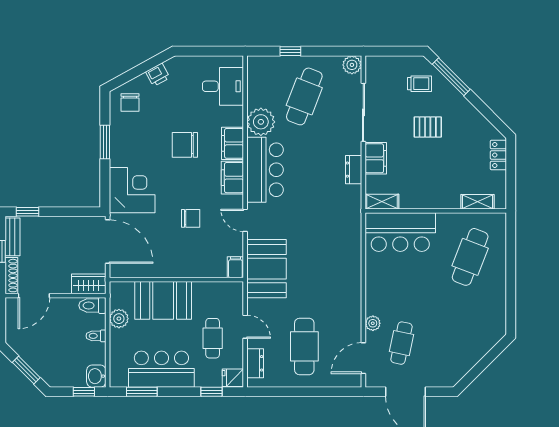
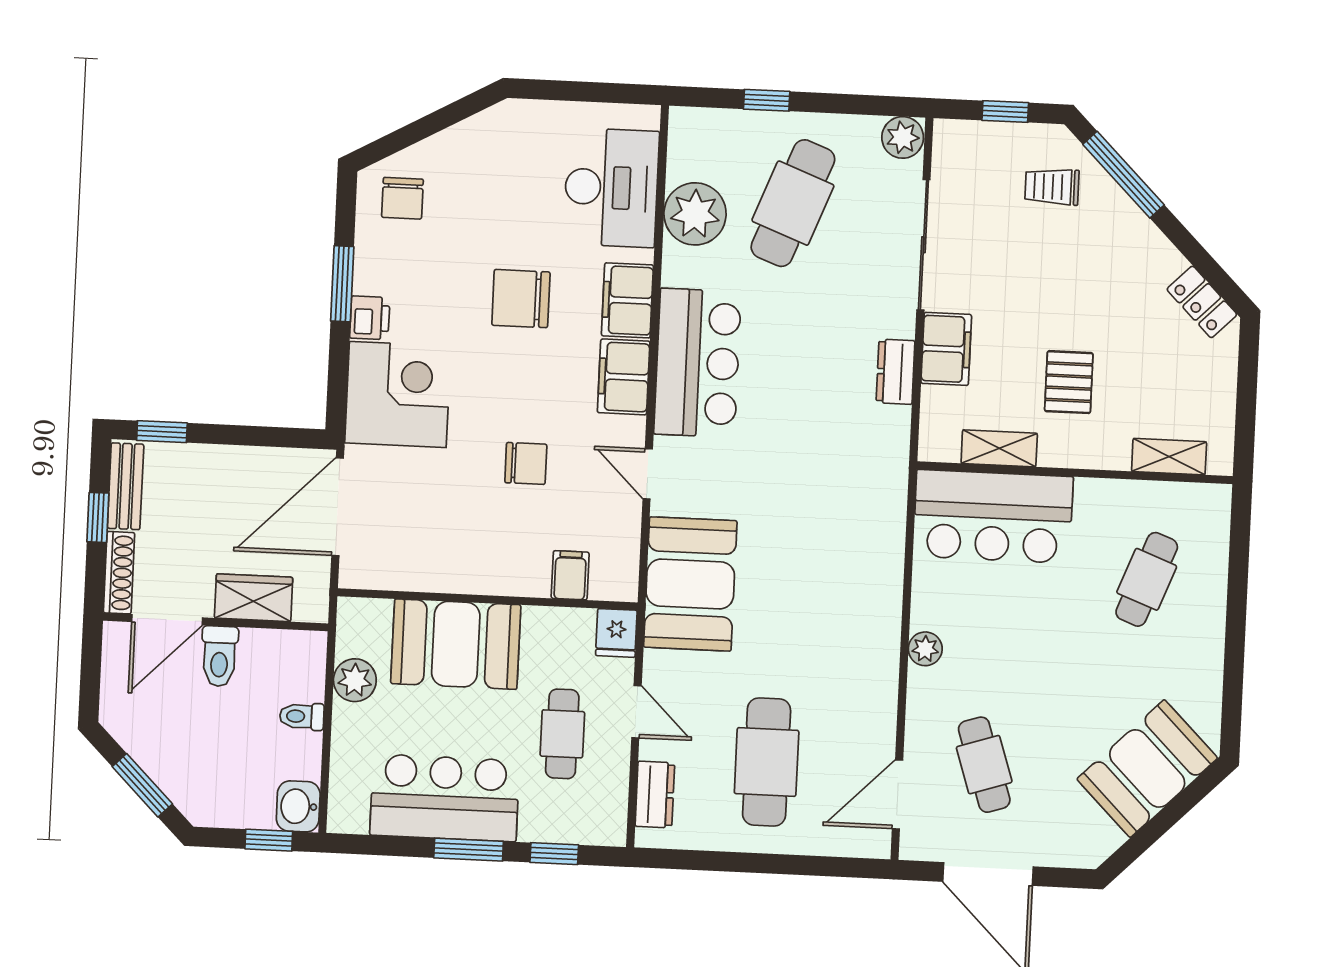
window: (397, 51) -> (1005, 112), added
printer: (158, 75) -> (370, 318), moved, turned -61
trolley: (420, 84) -> (1052, 187), turned 180
desk: (223, 86) -> (611, 188), width x1.37
plant: (261, 122) -> (695, 214), moved
pallet: (428, 127) -> (1069, 382), moved, turned 90
locker: (498, 155) -> (1202, 302), moved, turned -45
shelving: (382, 202) -> (999, 448), moved
door: (108, 242) -> (338, 507), swing flipped
cafe table: (470, 257) -> (1147, 579), width x0.73, depth x0.74
filing cabinet: (235, 267) -> (570, 575), moved
wardrobe: (89, 284) -> (254, 598), moved
toilet: (92, 305) -> (219, 656), moved, turned -90
plant: (373, 323) -> (925, 649), moved
booth: (474, 341) -> (1147, 768), added
cafe table: (401, 343) -> (984, 765), turned -30
fridge: (233, 378) -> (616, 633), moved, turned -90
window: (142, 392) -> (469, 850), moved

